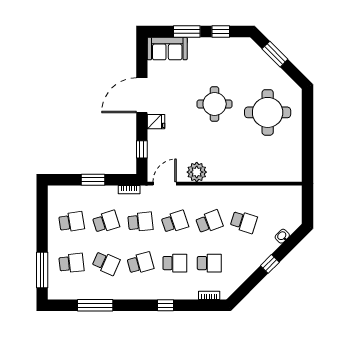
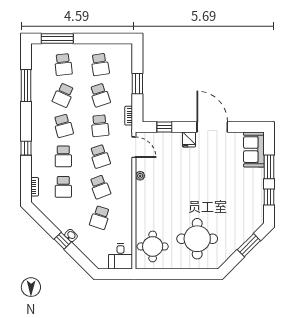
round table: (215, 104) -> (153, 246), moved
plant: (197, 172) -> (140, 176), width x0.53, depth x0.53
desk: (287, 199) -> (121, 256), added
washbasin: (282, 236) -> (71, 235), moved

